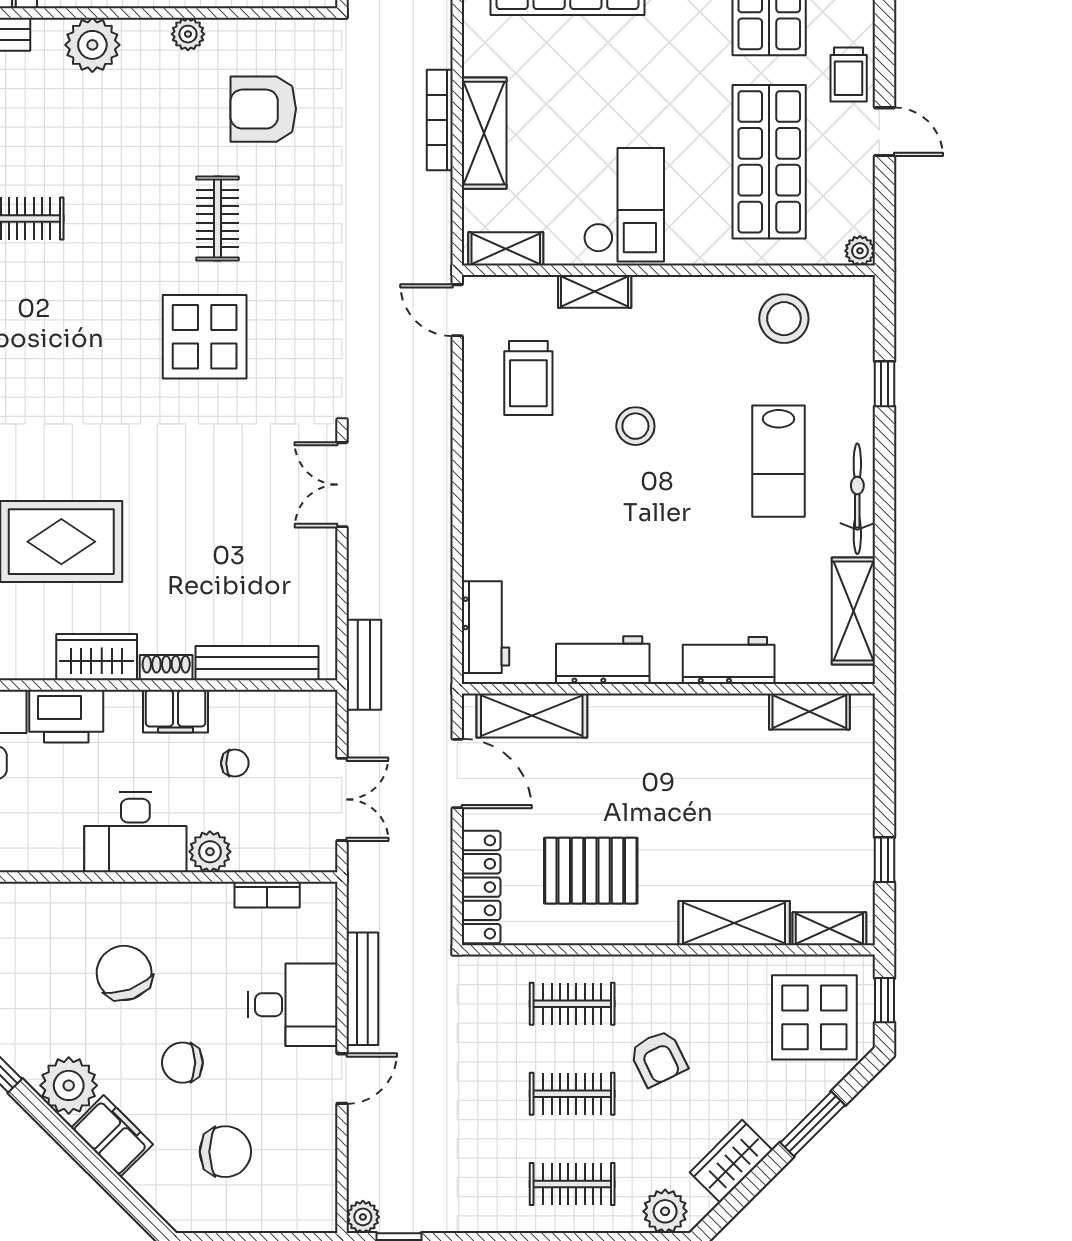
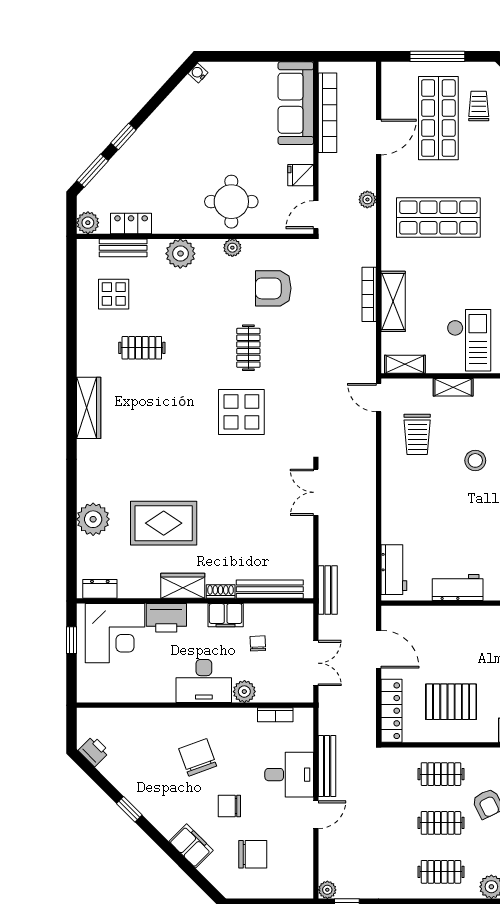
shelving: (532, 716) -> (419, 618), removed
chair: (235, 763) -> (258, 643), turned -92
plant: (69, 1085) -> (168, 818), removed

